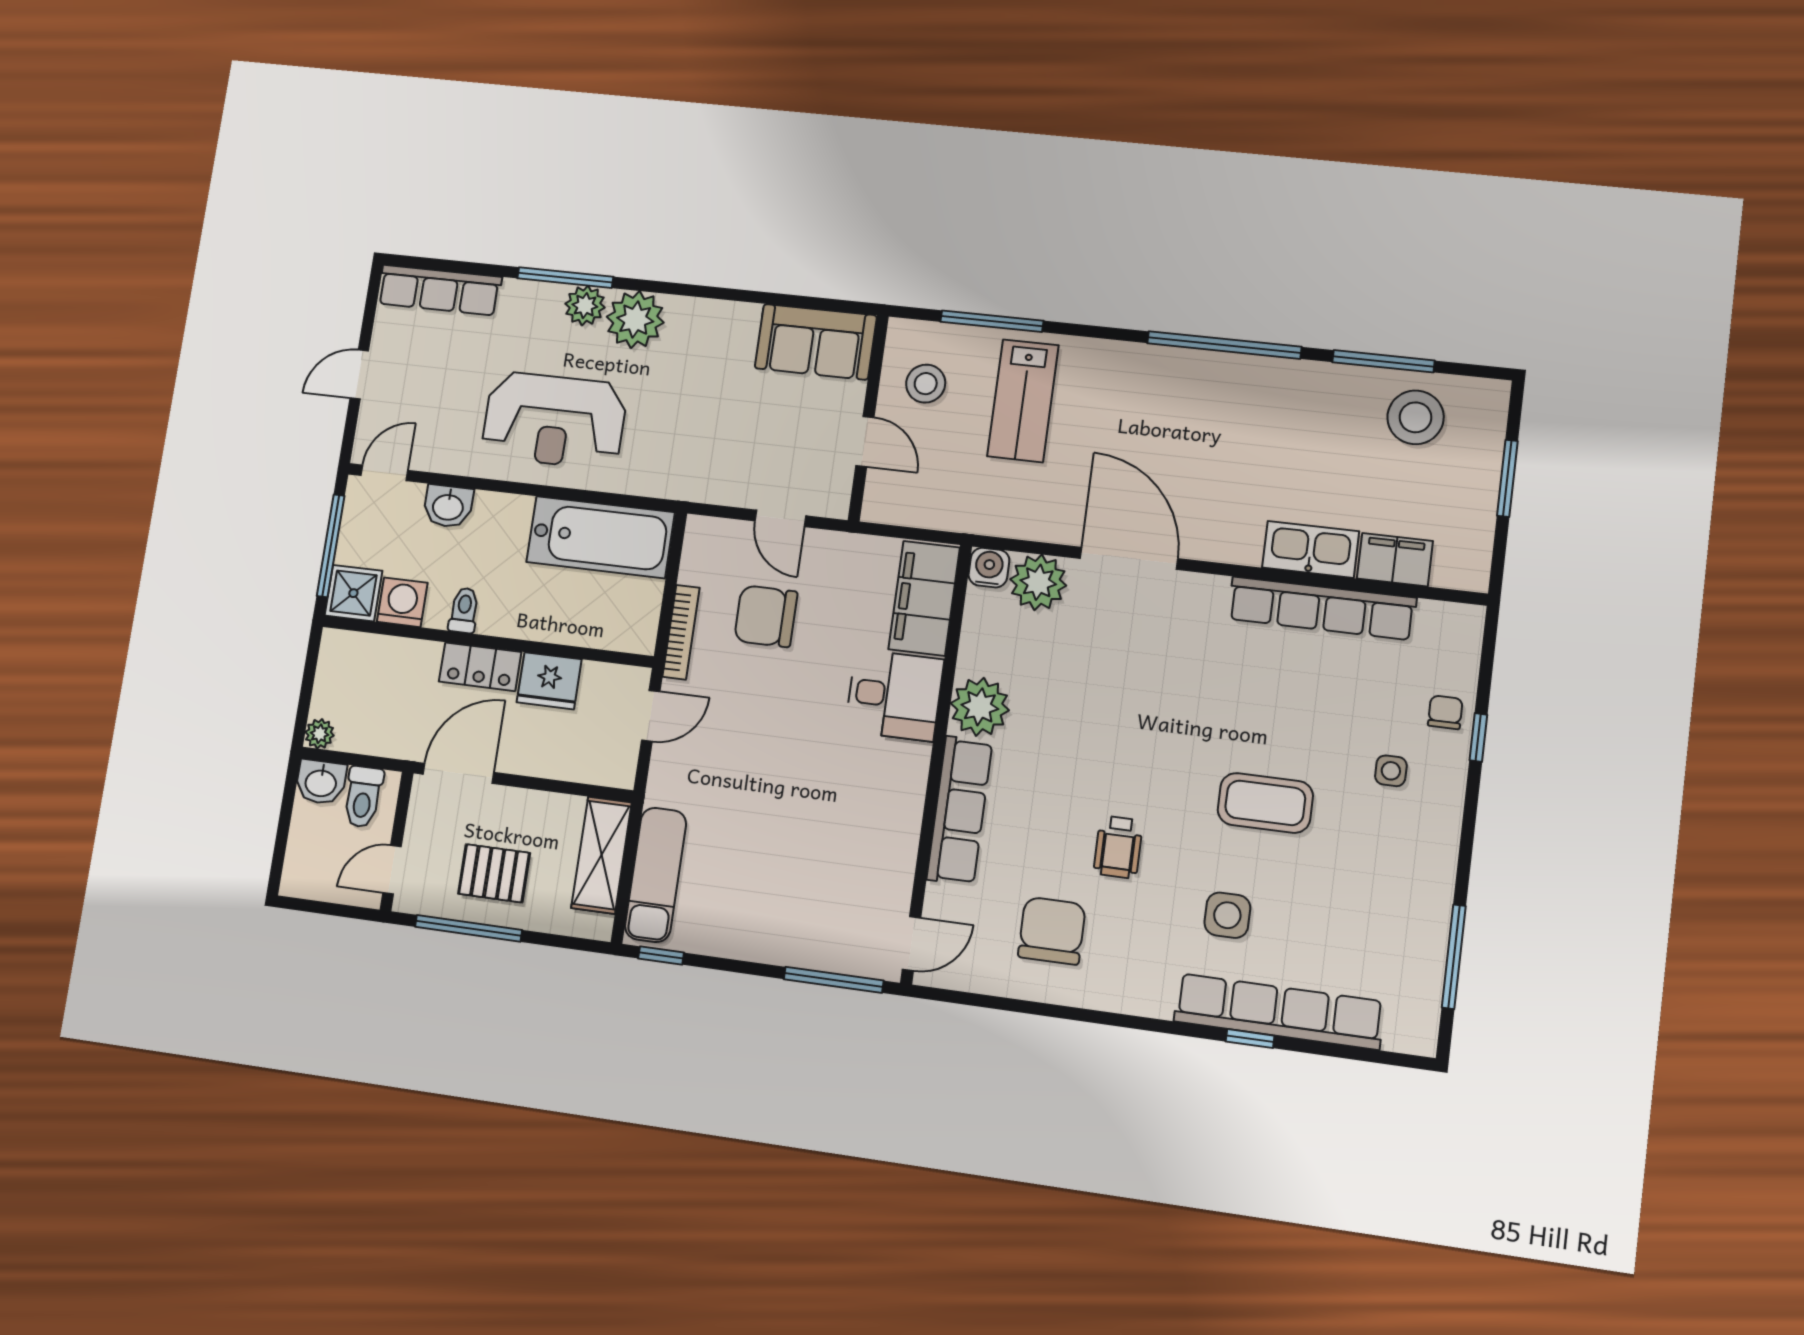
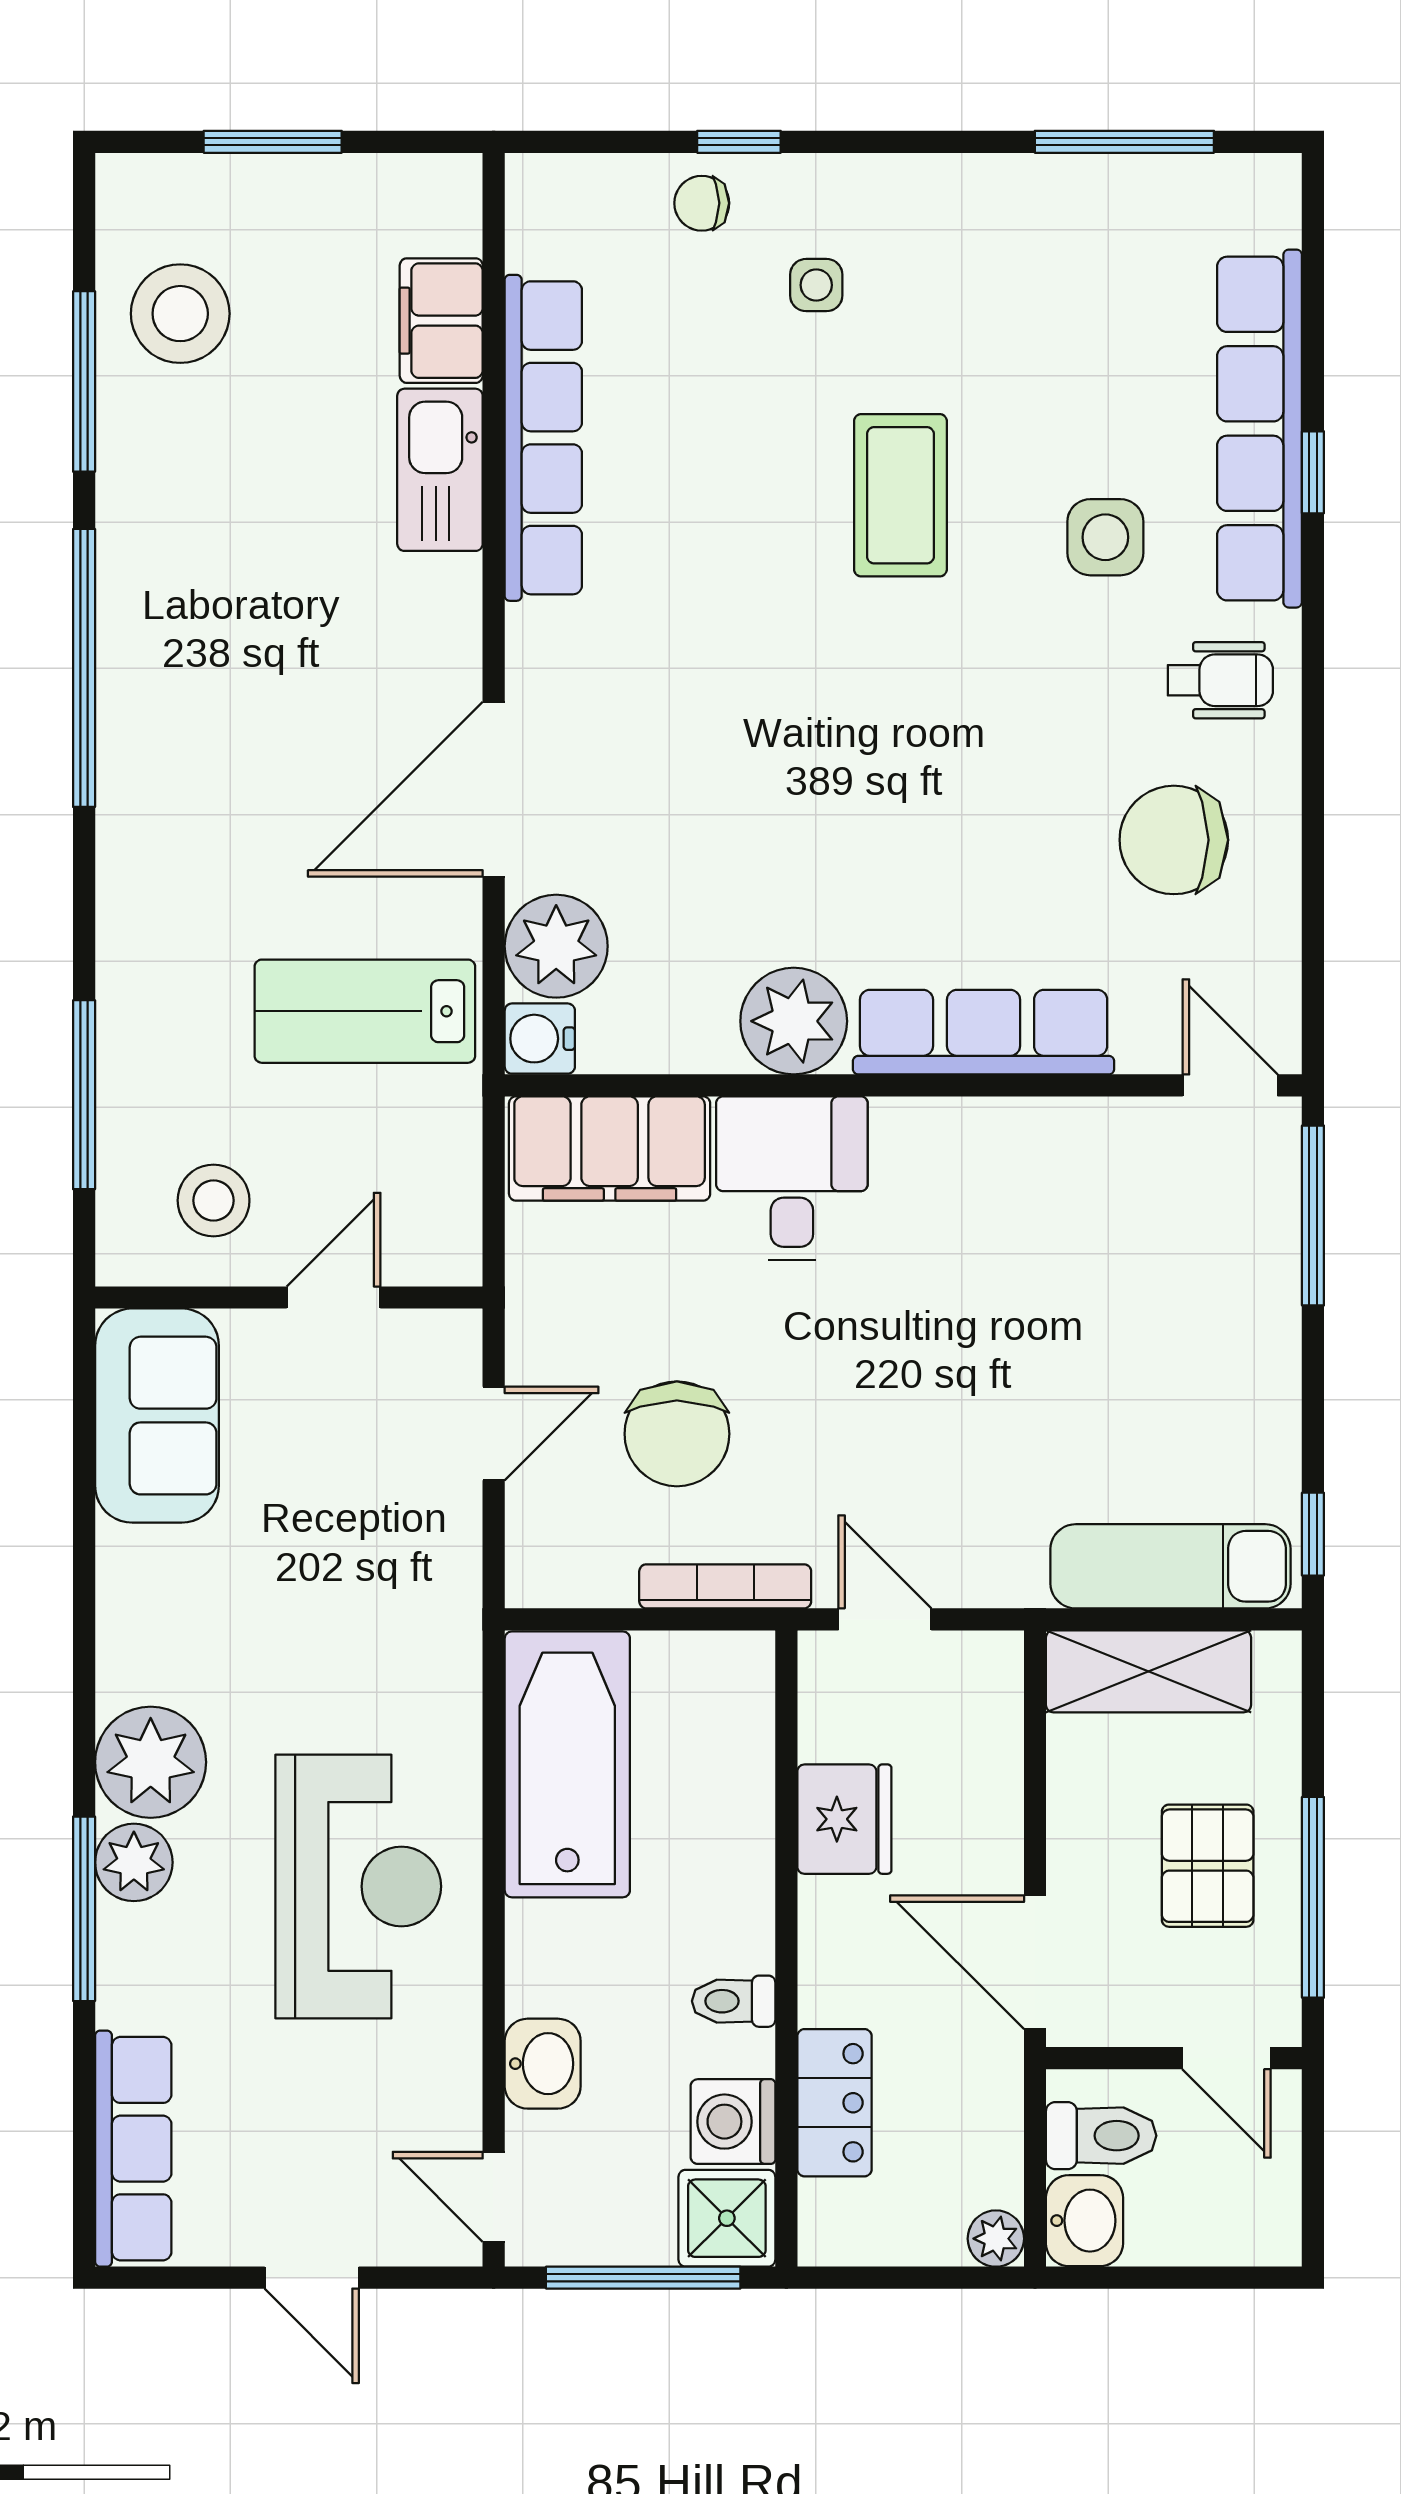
lab bench: (1023, 401) -> (365, 1011), moved, turned 180
locker: (480, 667) -> (834, 2103), moved
wheelchair: (1118, 847) -> (1220, 680), moved

